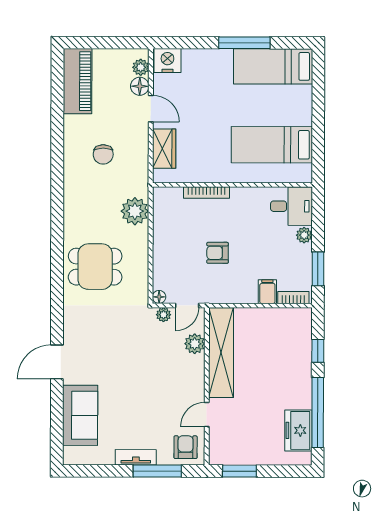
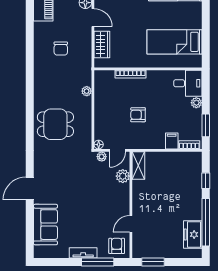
plant: (135, 211) -> (87, 91), width x0.53, depth x0.53
shelving: (221, 353) -> (138, 165), width x0.45, depth x0.75

